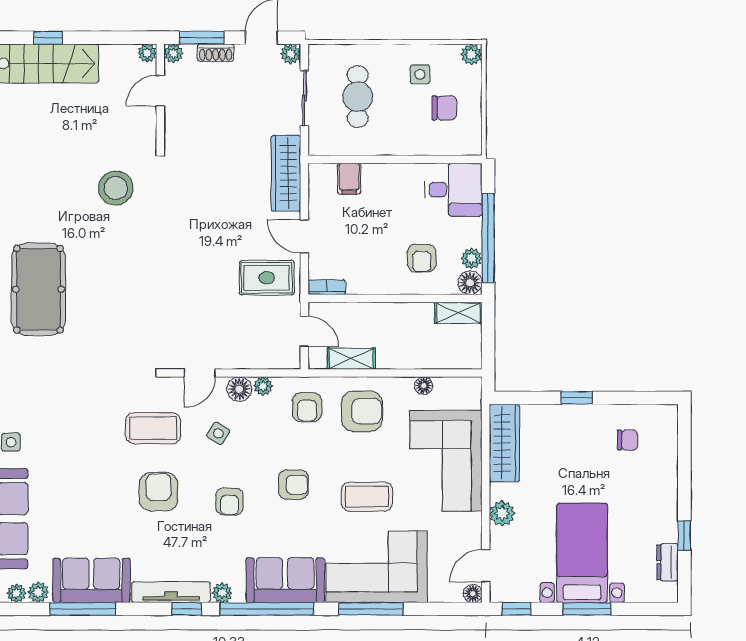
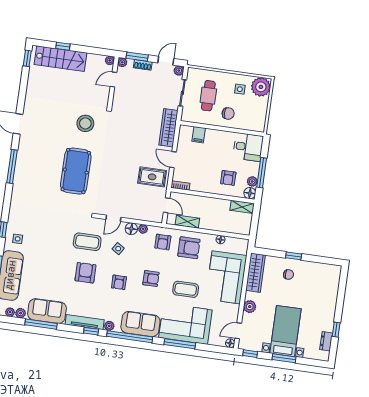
plant: (471, 54) -> (261, 87), width x1.88, depth x1.88
chair: (444, 108) -> (228, 113), moved
window: (488, 238) -> (262, 173), width x0.68
pool table: (38, 289) -> (76, 171), moved
chair: (628, 440) -> (288, 275), moved

